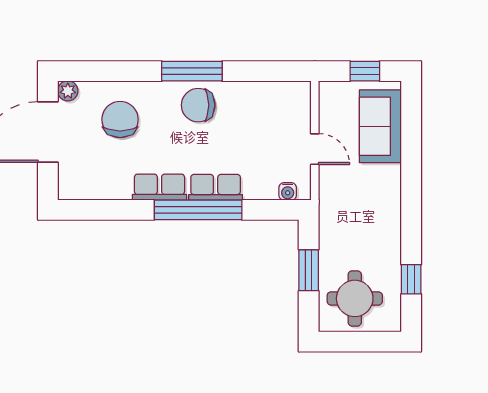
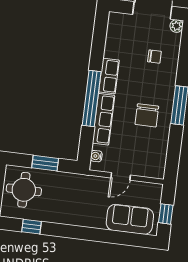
chair: (198, 105) -> (147, 115), moved, turned 180
chair: (120, 119) -> (154, 57), width x0.54, depth x0.54
row of seats: (216, 187) -> (103, 119), width x1.48

